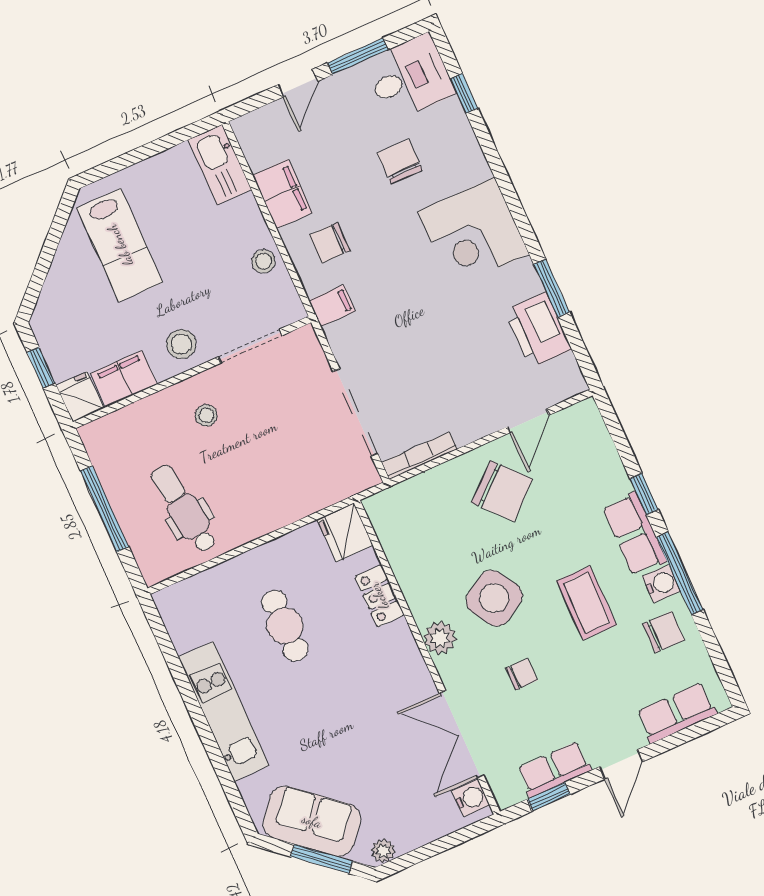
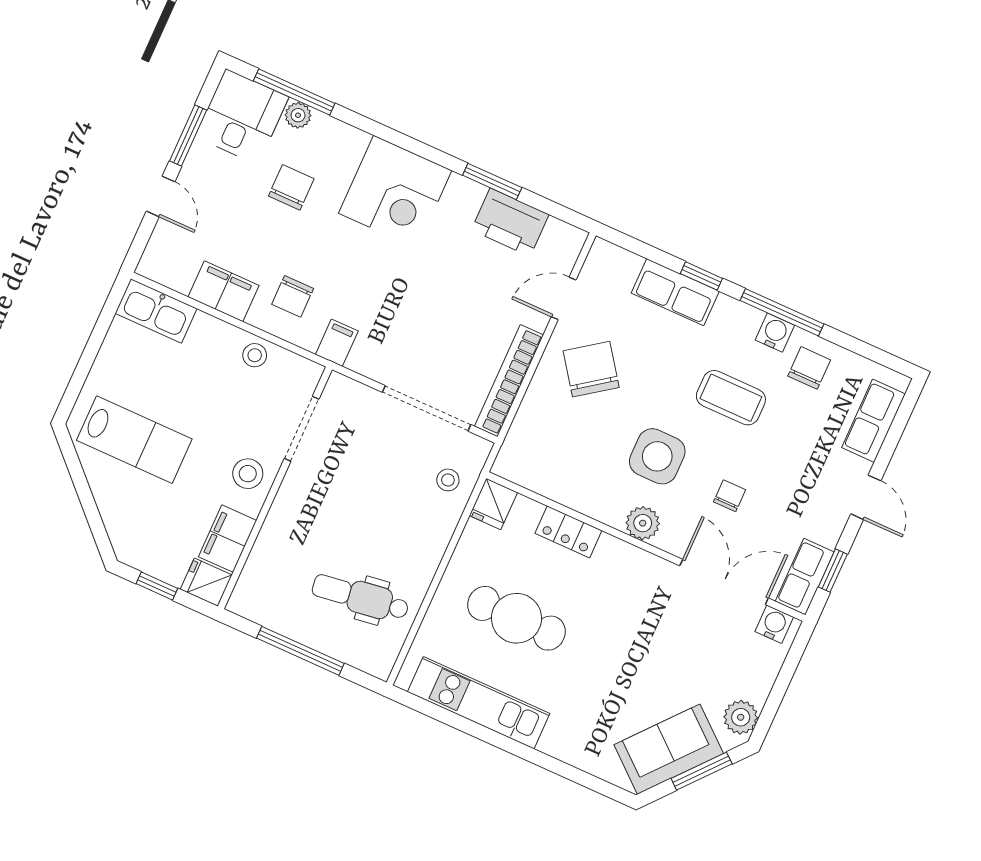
window: (464, 93) -> (294, 92), width x2.17
plant: (452, 113) -> (298, 115), added
chair: (400, 162) -> (291, 187), turned 90
stool: (206, 415) -> (448, 480), moved
door: (528, 421) -> (564, 298), swing flipped
bookcase: (419, 456) -> (509, 381), width x1.48, depth x1.31
chair: (502, 491) -> (591, 369), turned -84
fridge: (345, 532) -> (493, 504), width x0.72
row of seats: (635, 534) -> (675, 292), moved
side table: (494, 598) -> (657, 456), turned 31
cafe table: (285, 626) -> (516, 618), width x1.37, depth x1.35
kitchen unit: (224, 711) -> (479, 703), moved
double door: (461, 734) -> (724, 582), swing flipped
row of seats: (554, 769) -> (805, 577), moved
plant: (383, 851) -> (741, 717), width x1.38, depth x1.38

